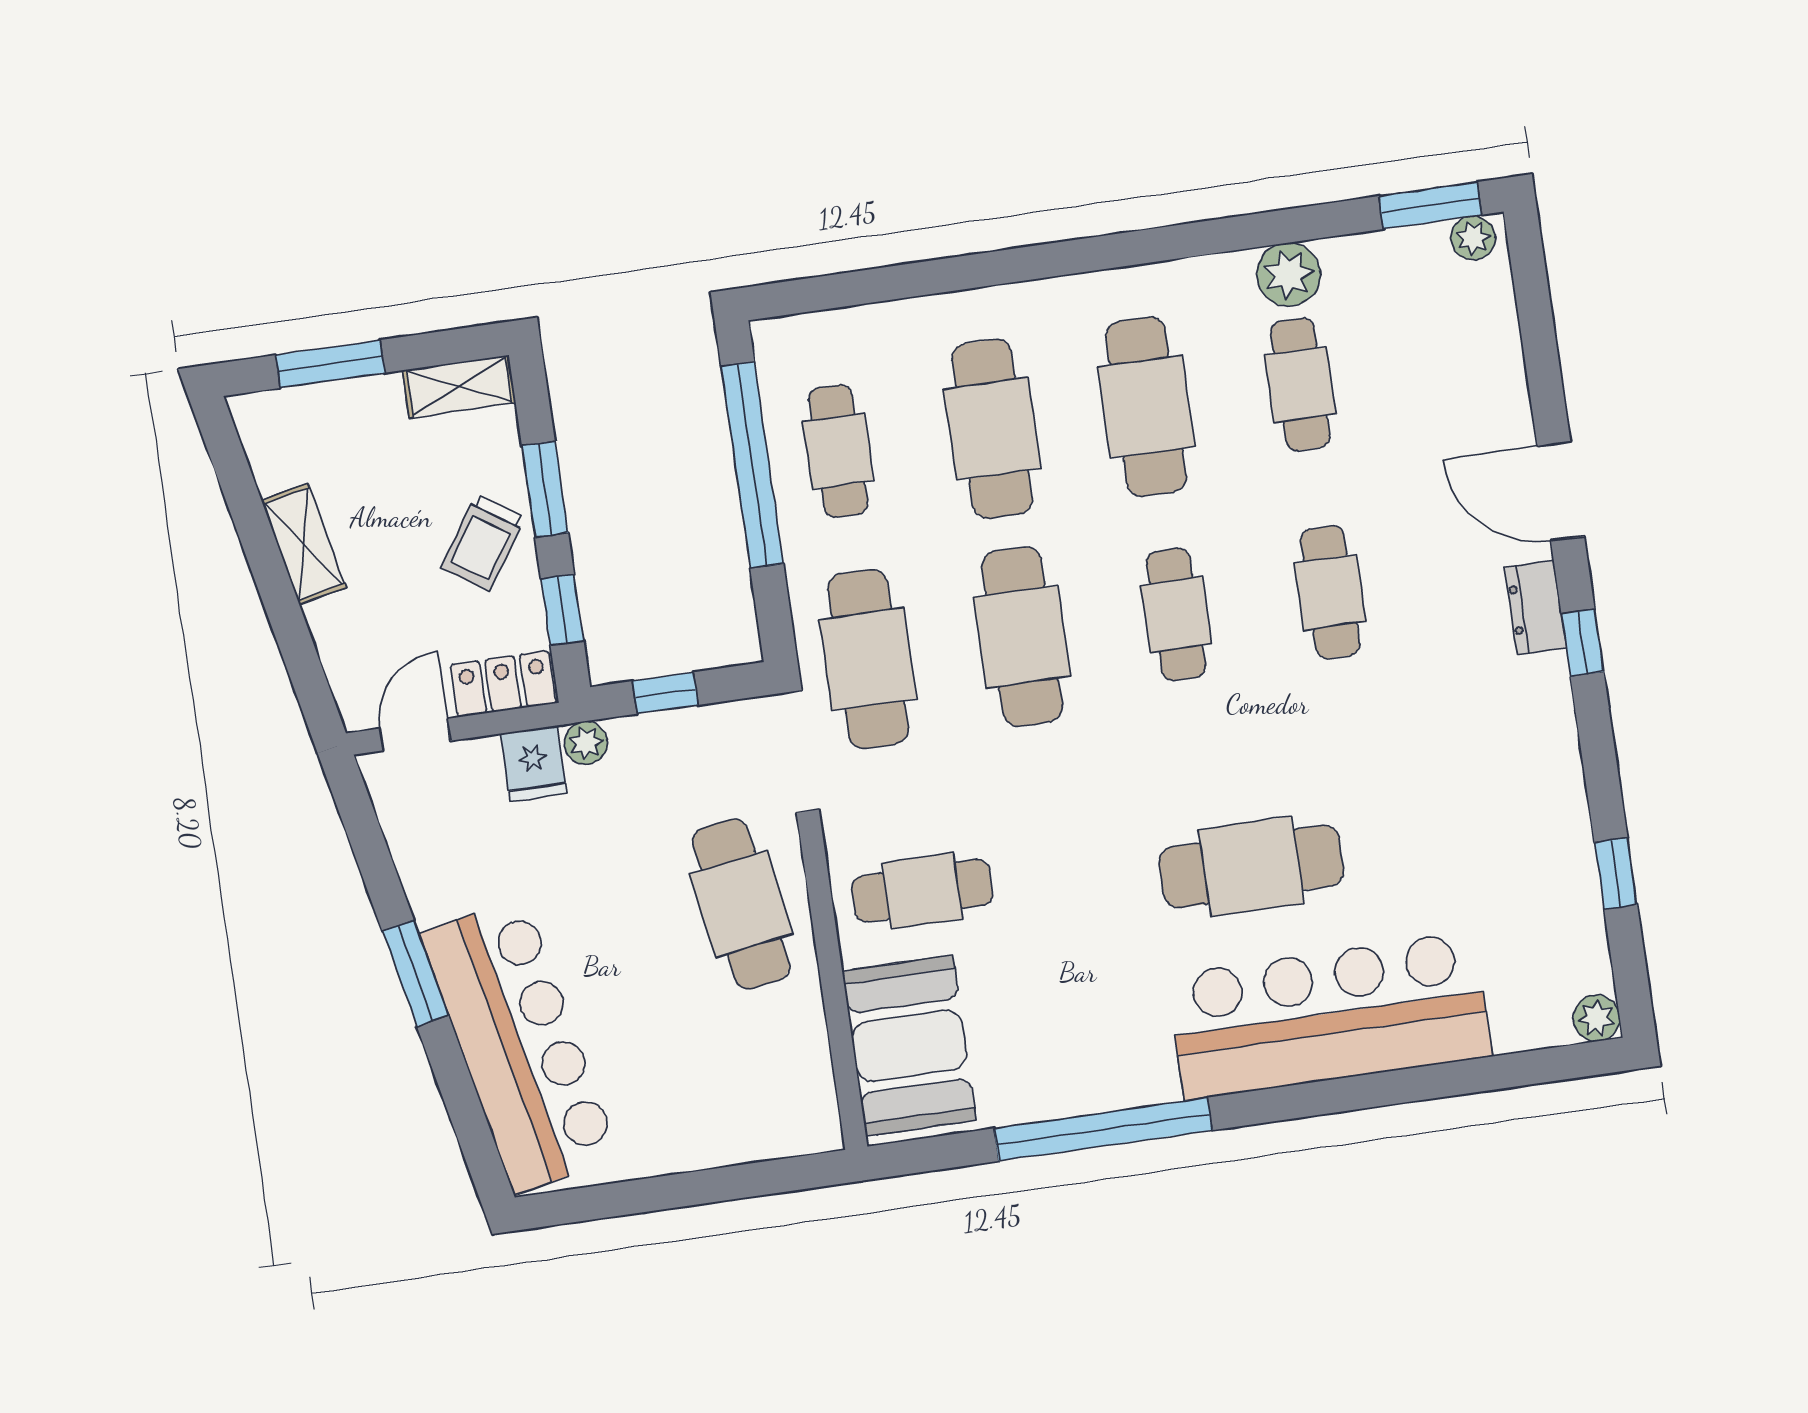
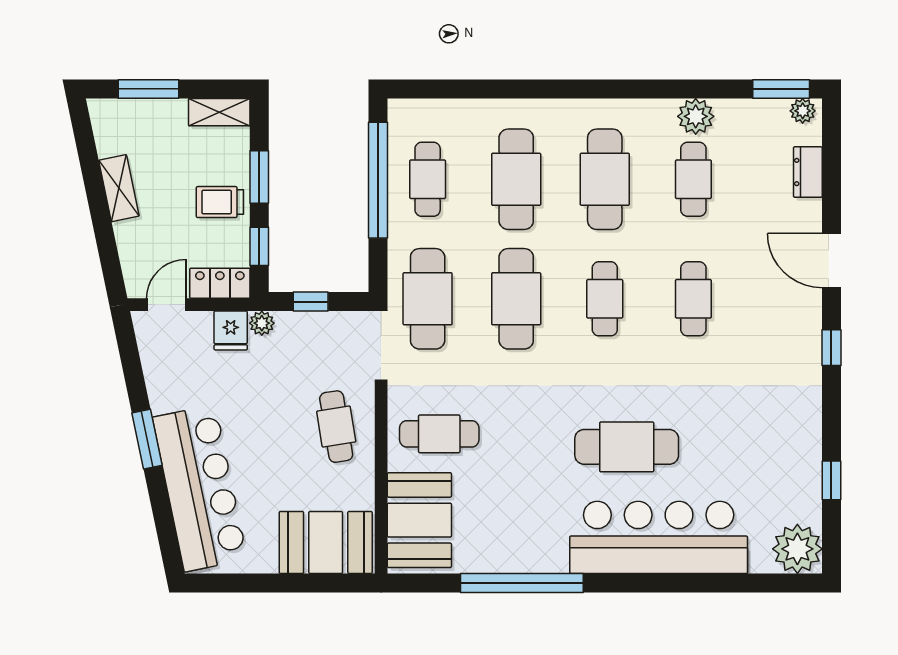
trolley: (483, 543) -> (220, 202), turned 56
dresser: (1535, 607) -> (808, 172), moved
cafe table: (741, 904) -> (336, 427), width x0.73, depth x0.74
plant: (1597, 1018) -> (797, 549), width x1.88, depth x1.88
booth: (752, 1108) -> (326, 542), added

